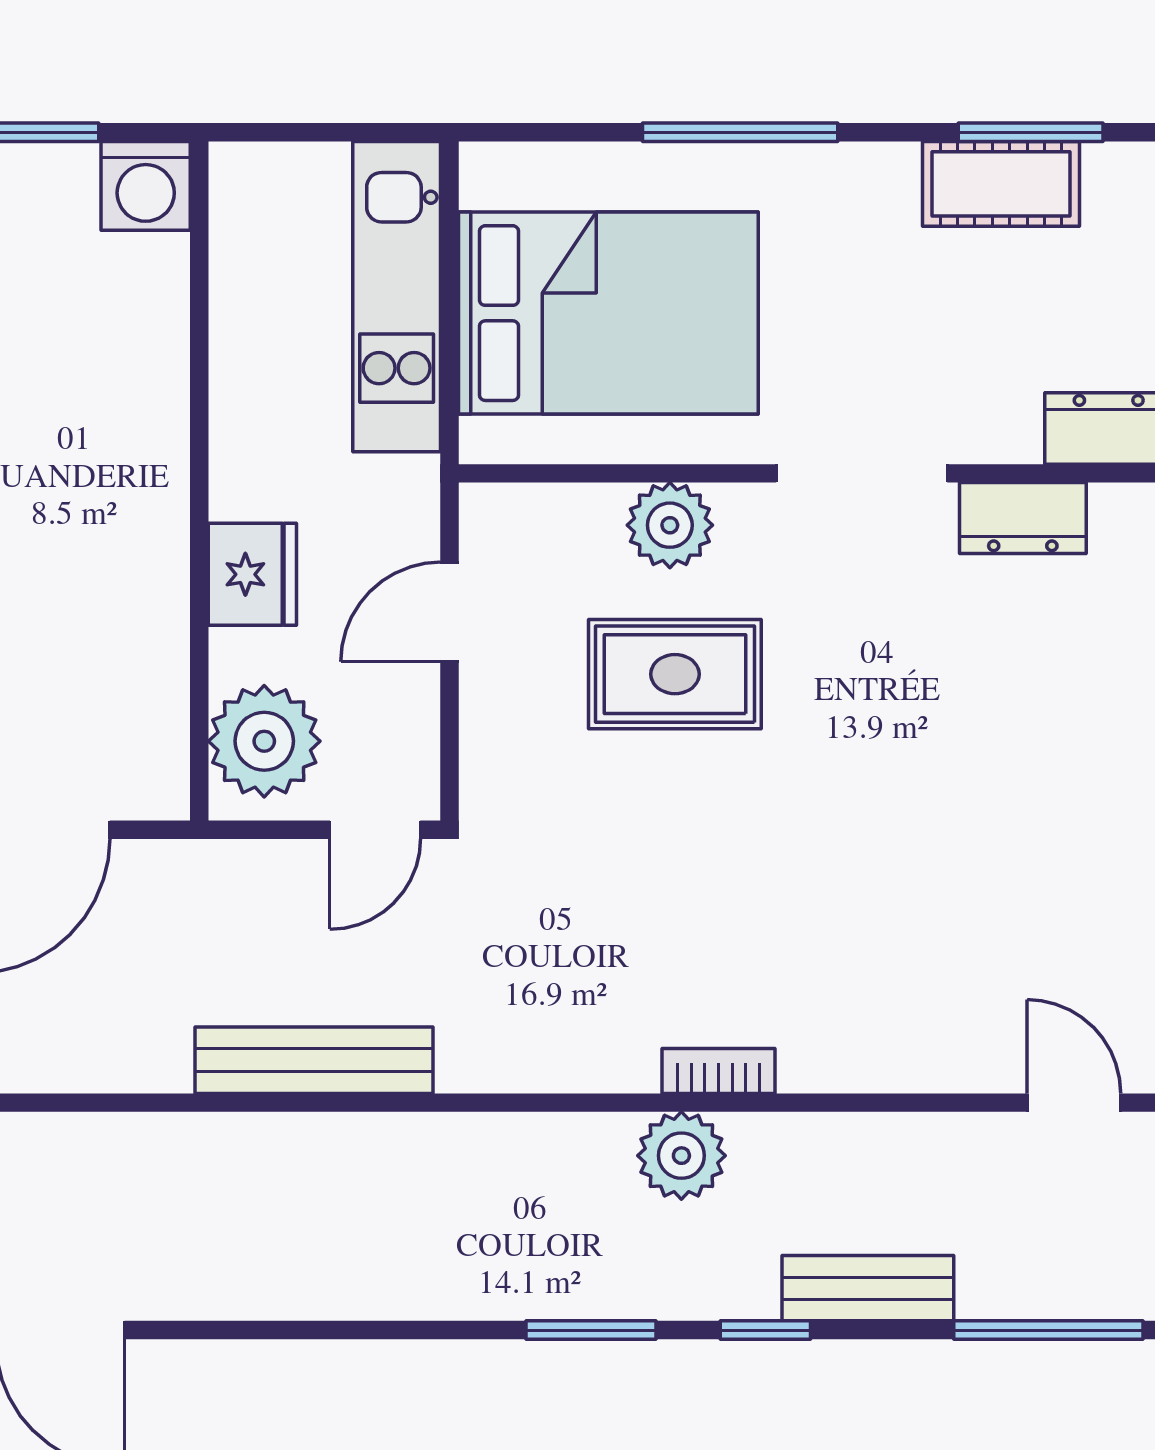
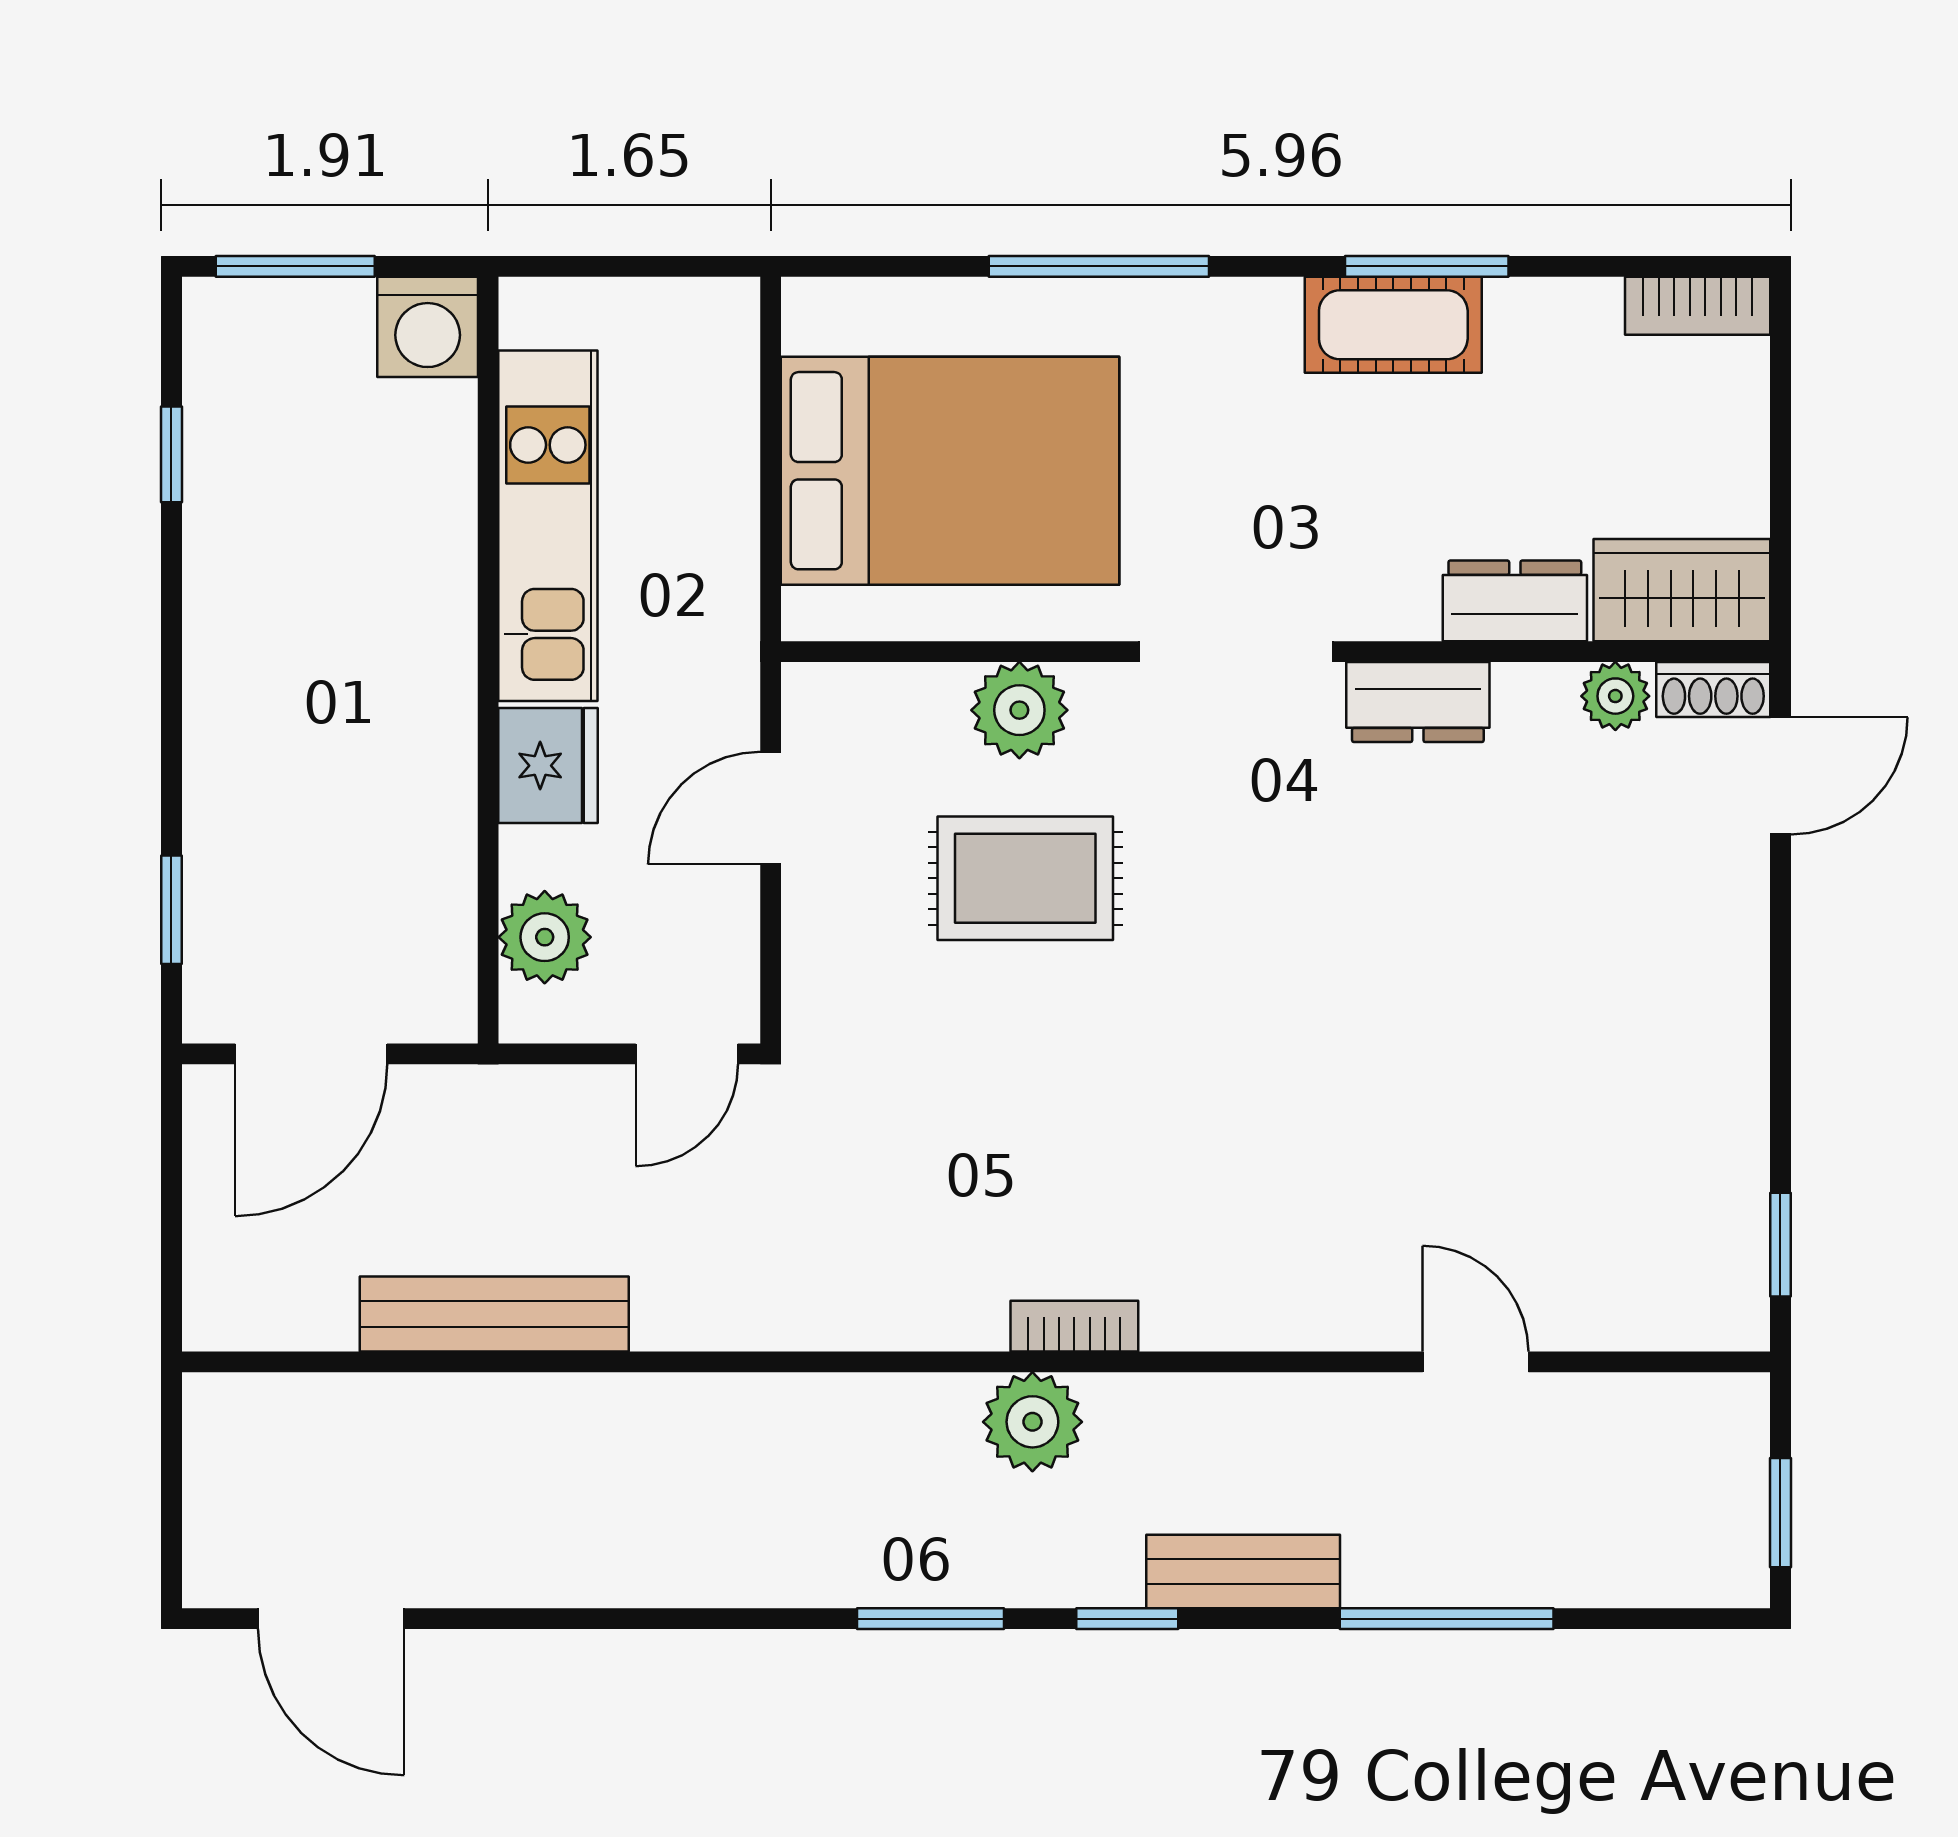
kitchen unit: (397, 297) -> (548, 526), moved, turned 180
plant: (264, 741) -> (545, 937), width x0.73, depth x0.73
bench: (314, 1060) -> (494, 1314), moved

